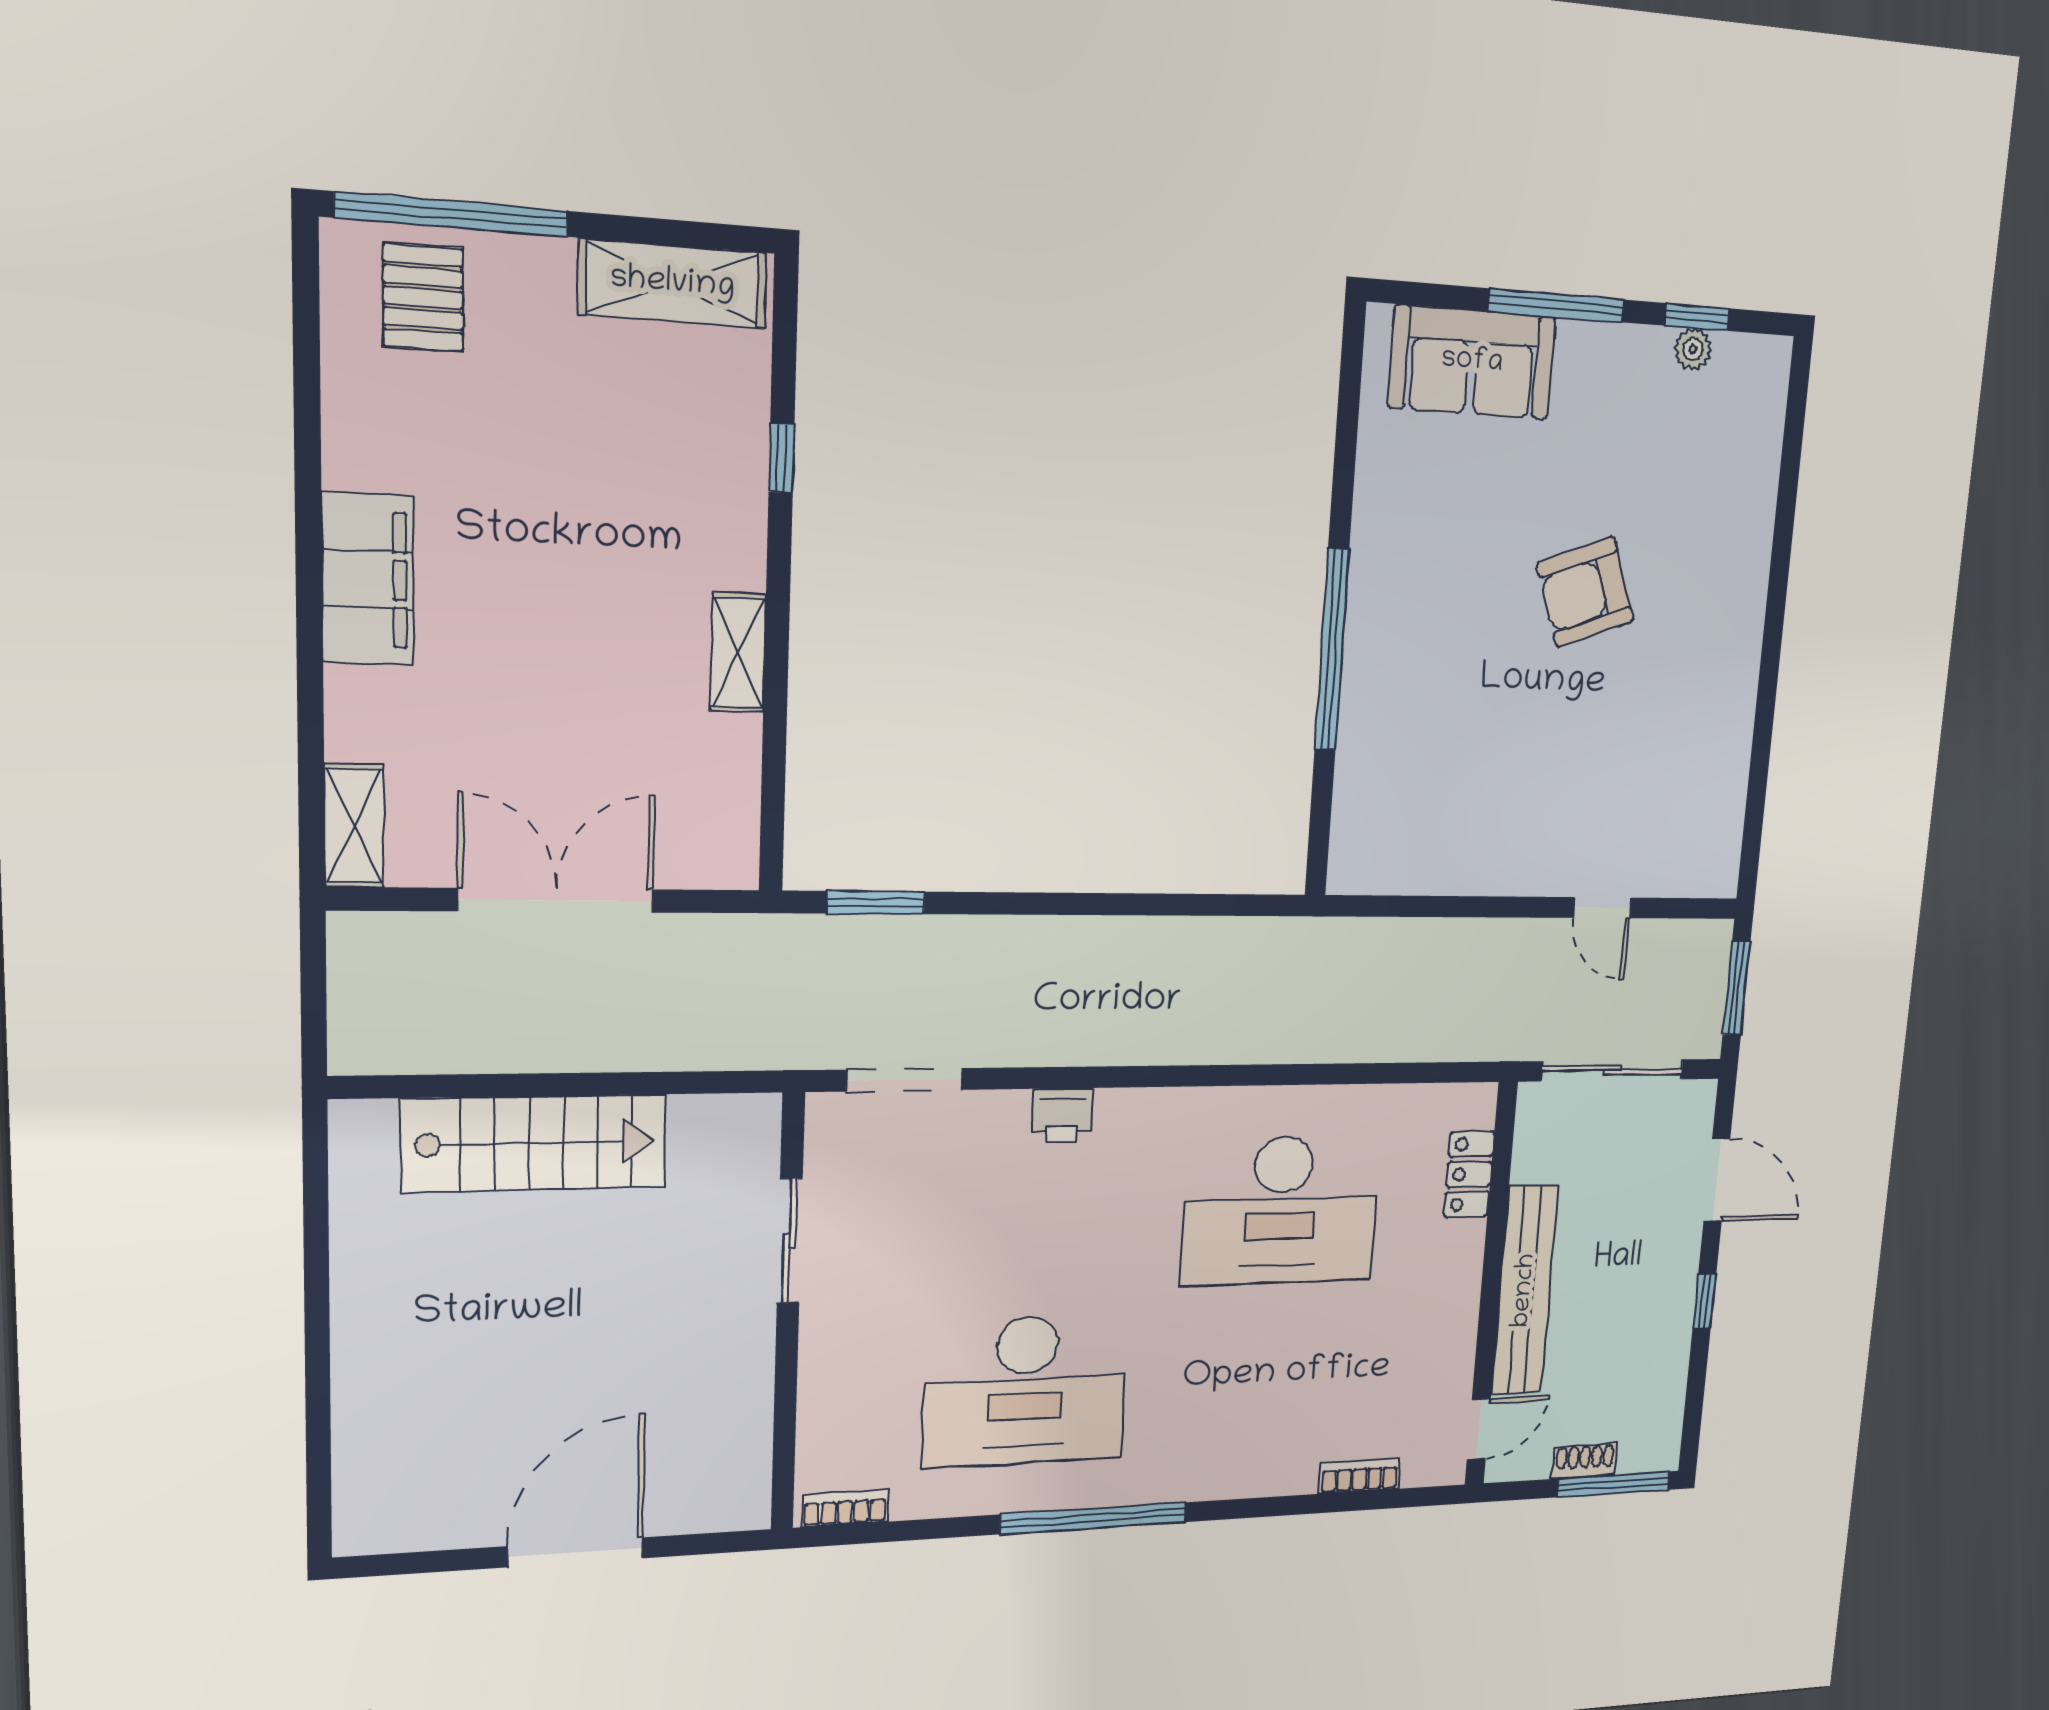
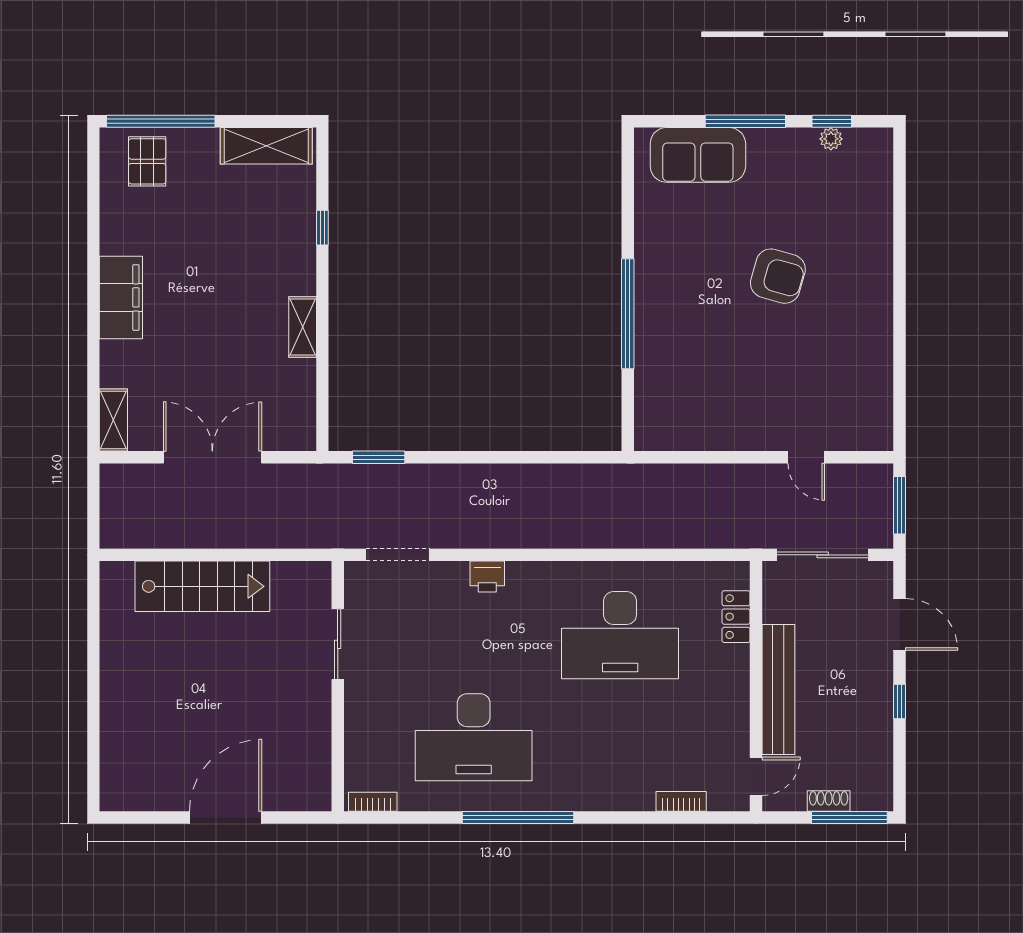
armchair: (1585, 592) -> (778, 276), turned -144

